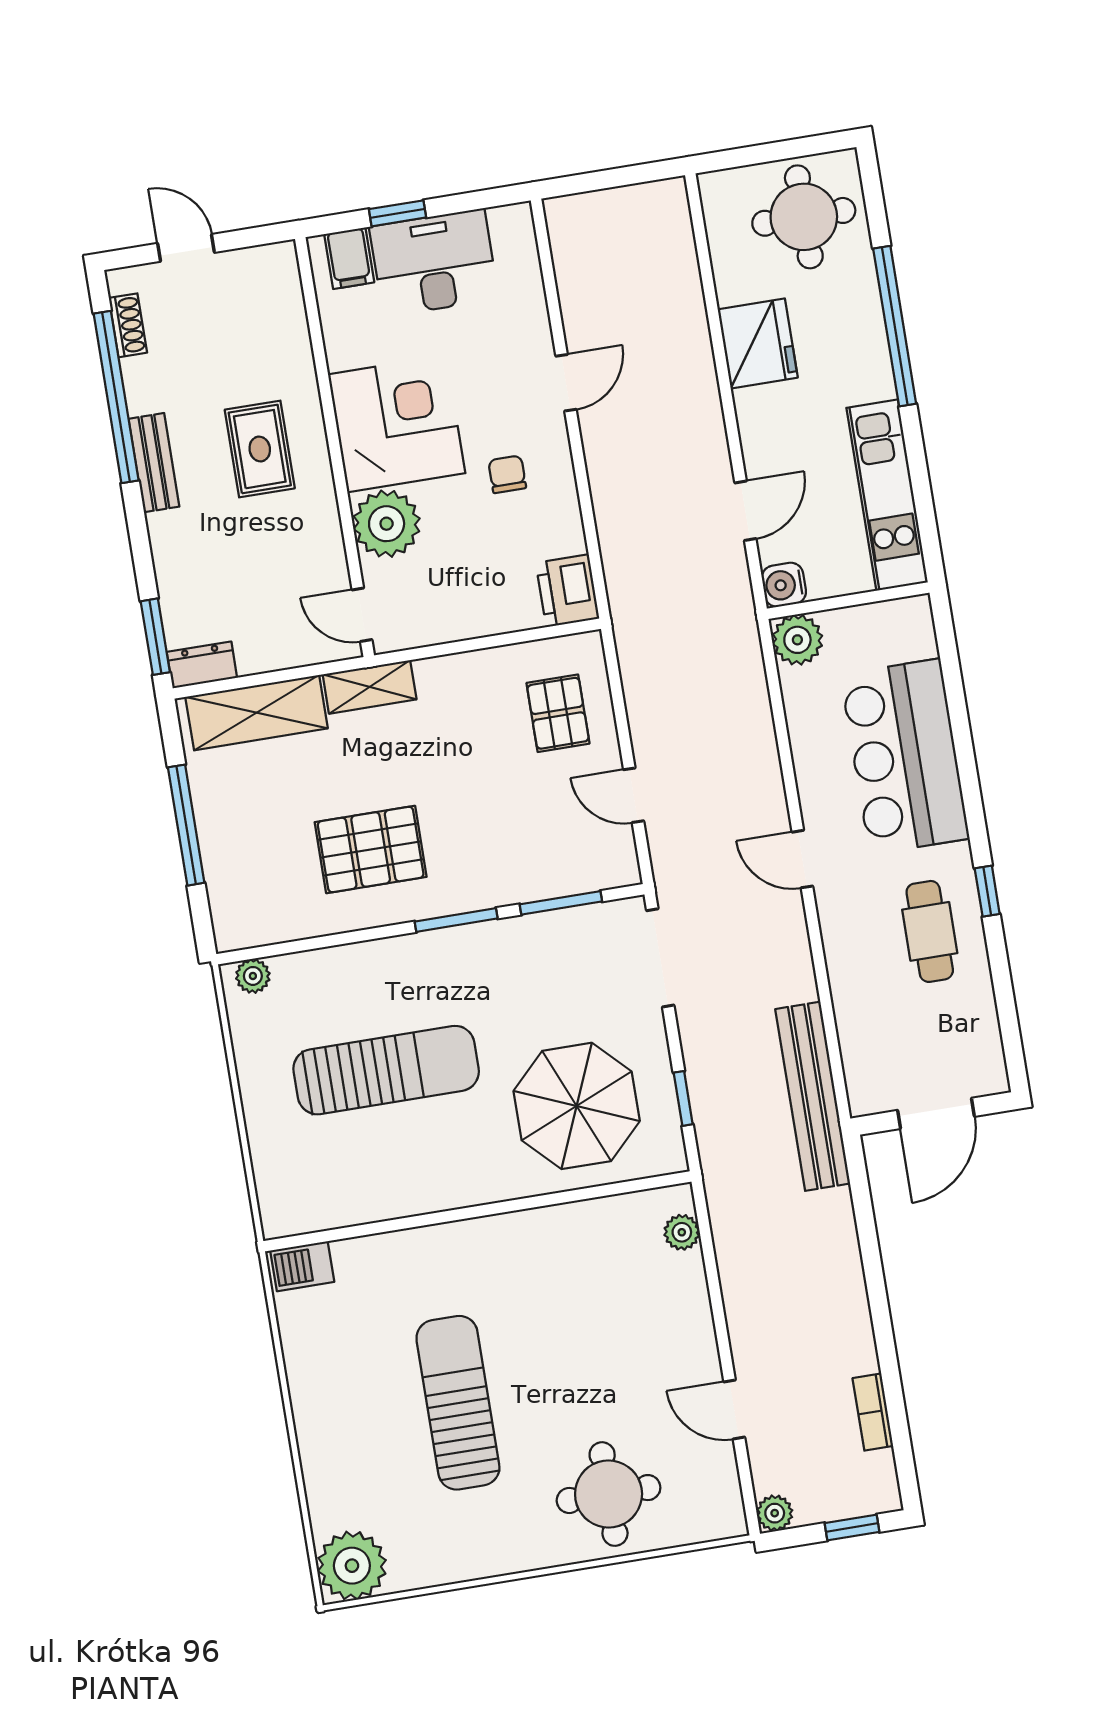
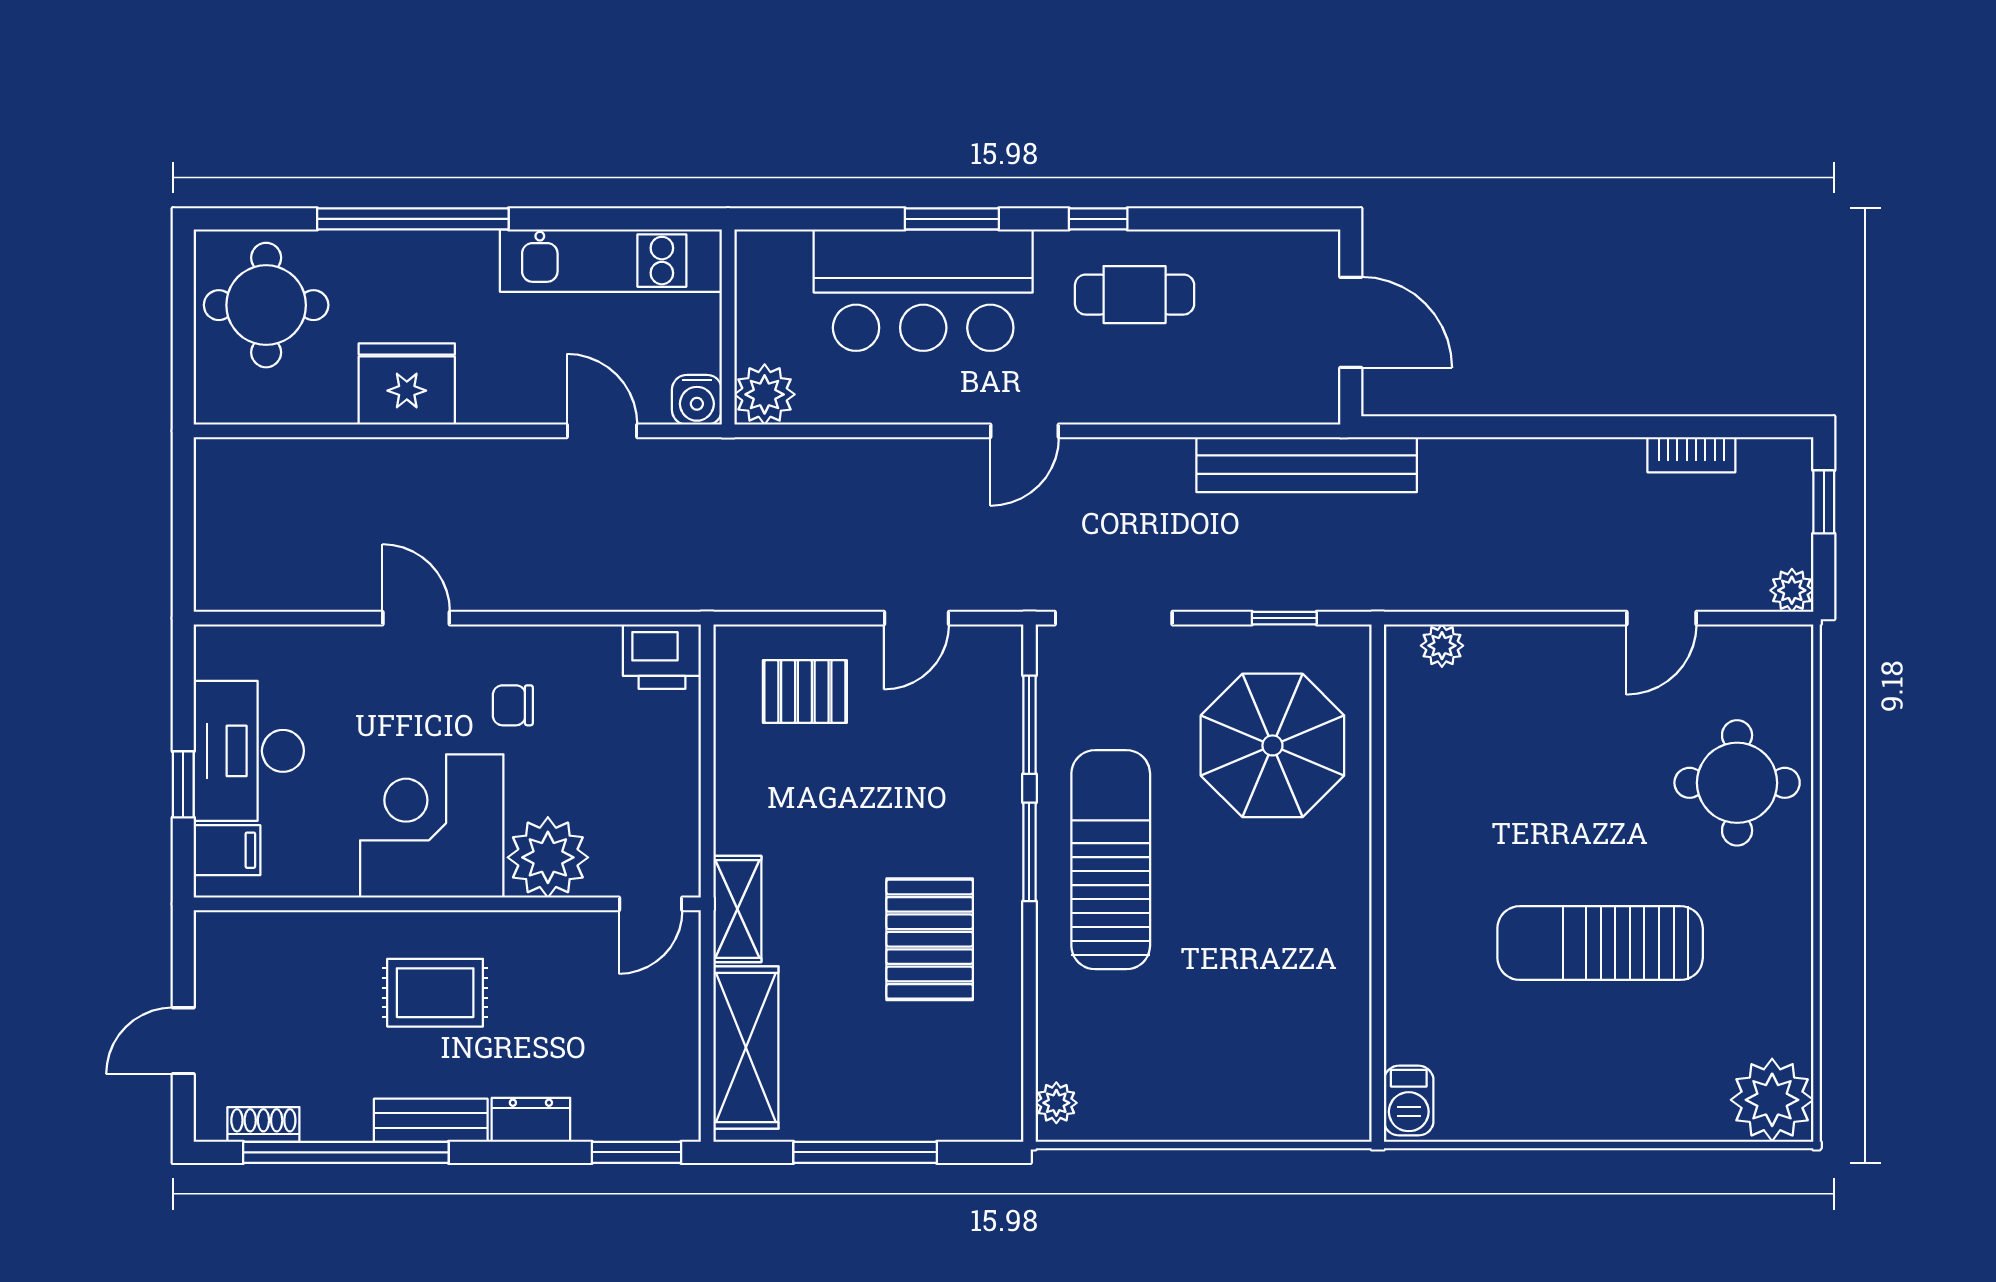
dresser: (202, 665) -> (531, 1120), moved, turned 90
window: (967, 771) -> (952, 219), added
sun lounger: (386, 1070) -> (1111, 860), moved

